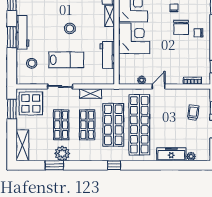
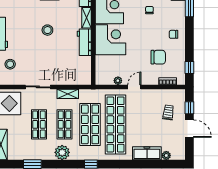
chair: (181, 27) -> (158, 57), moved, turned -90
workbench: (107, 55) -> (84, 42), moved
lab bench: (66, 60) -> (44, 61), removed
plant: (62, 153) -> (62, 152), moved

